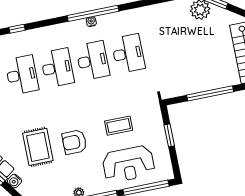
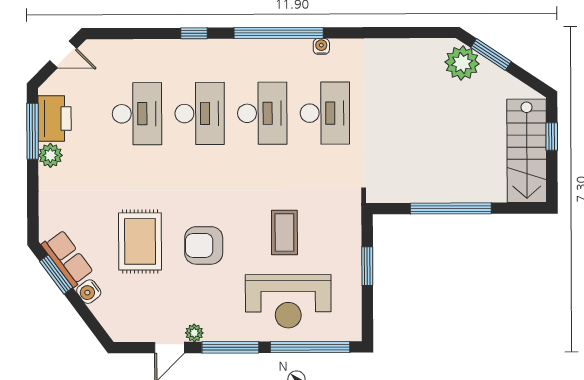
water cooler: (91, 22) -> (321, 46), moved
window: (17, 29) -> (194, 33), moved
coffee table: (119, 126) -> (284, 232), turned 90

